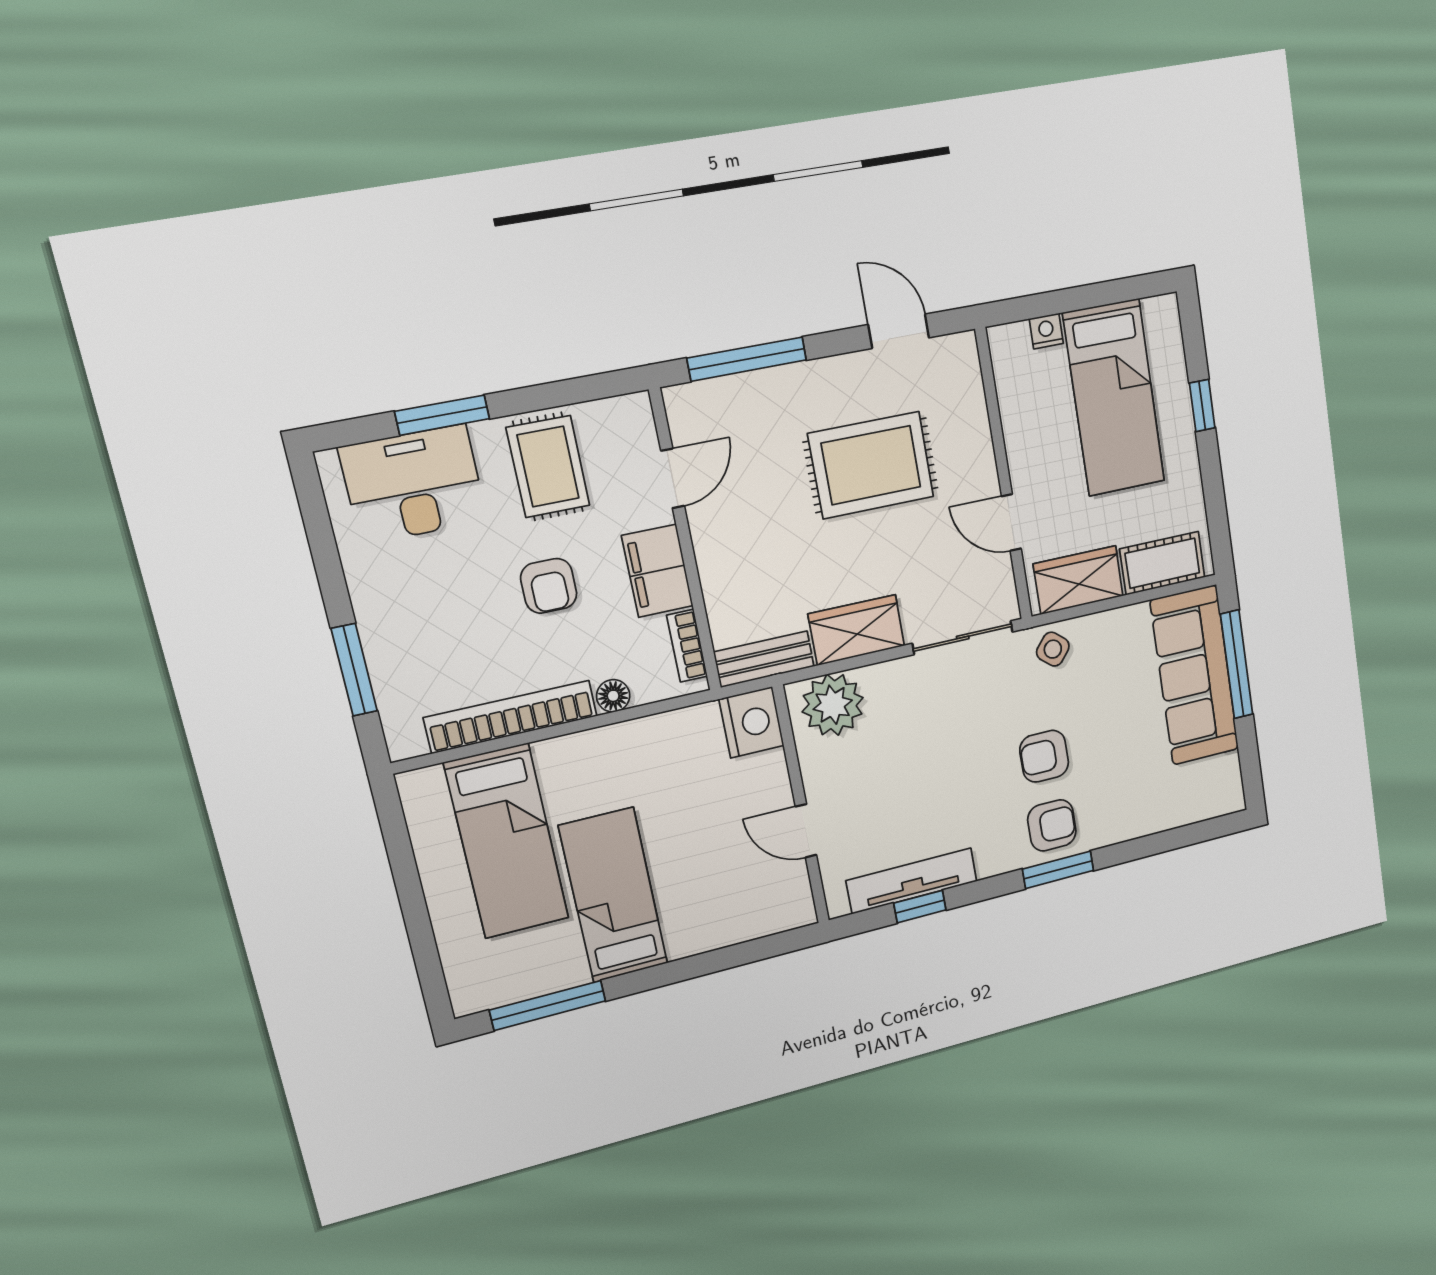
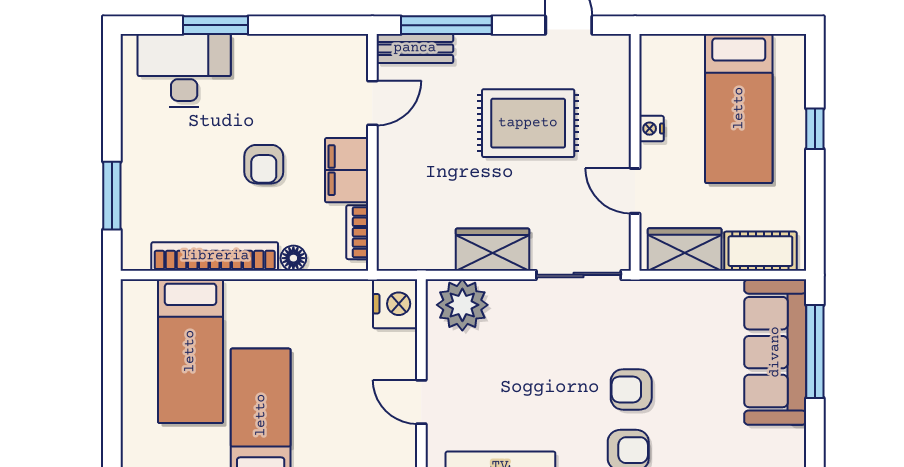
nightstand: (1046, 331) -> (651, 129), moved, turned -90
rug: (548, 467) -> (282, 76), removed
side table: (1053, 649) -> (653, 302), removed
bench: (764, 659) -> (415, 48), moved

